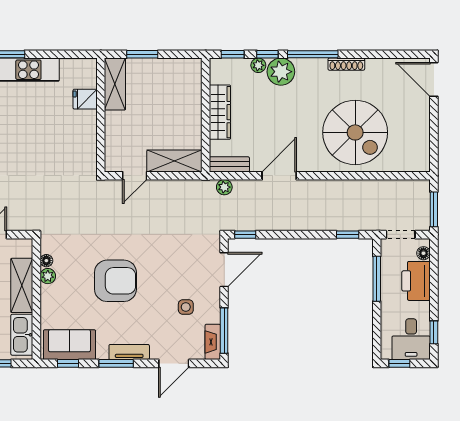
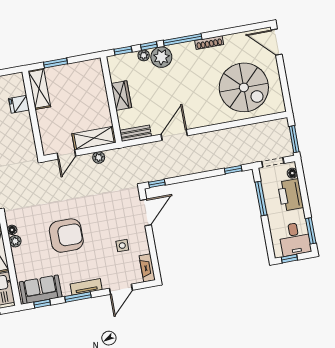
wardrobe: (220, 112) -> (121, 96), width x0.67
spiral stairs: (355, 132) -> (244, 87), moved
plant: (224, 187) -> (99, 157), moved
window: (224, 331) -> (154, 258), removed
window: (434, 332) -> (311, 231), width x1.50

